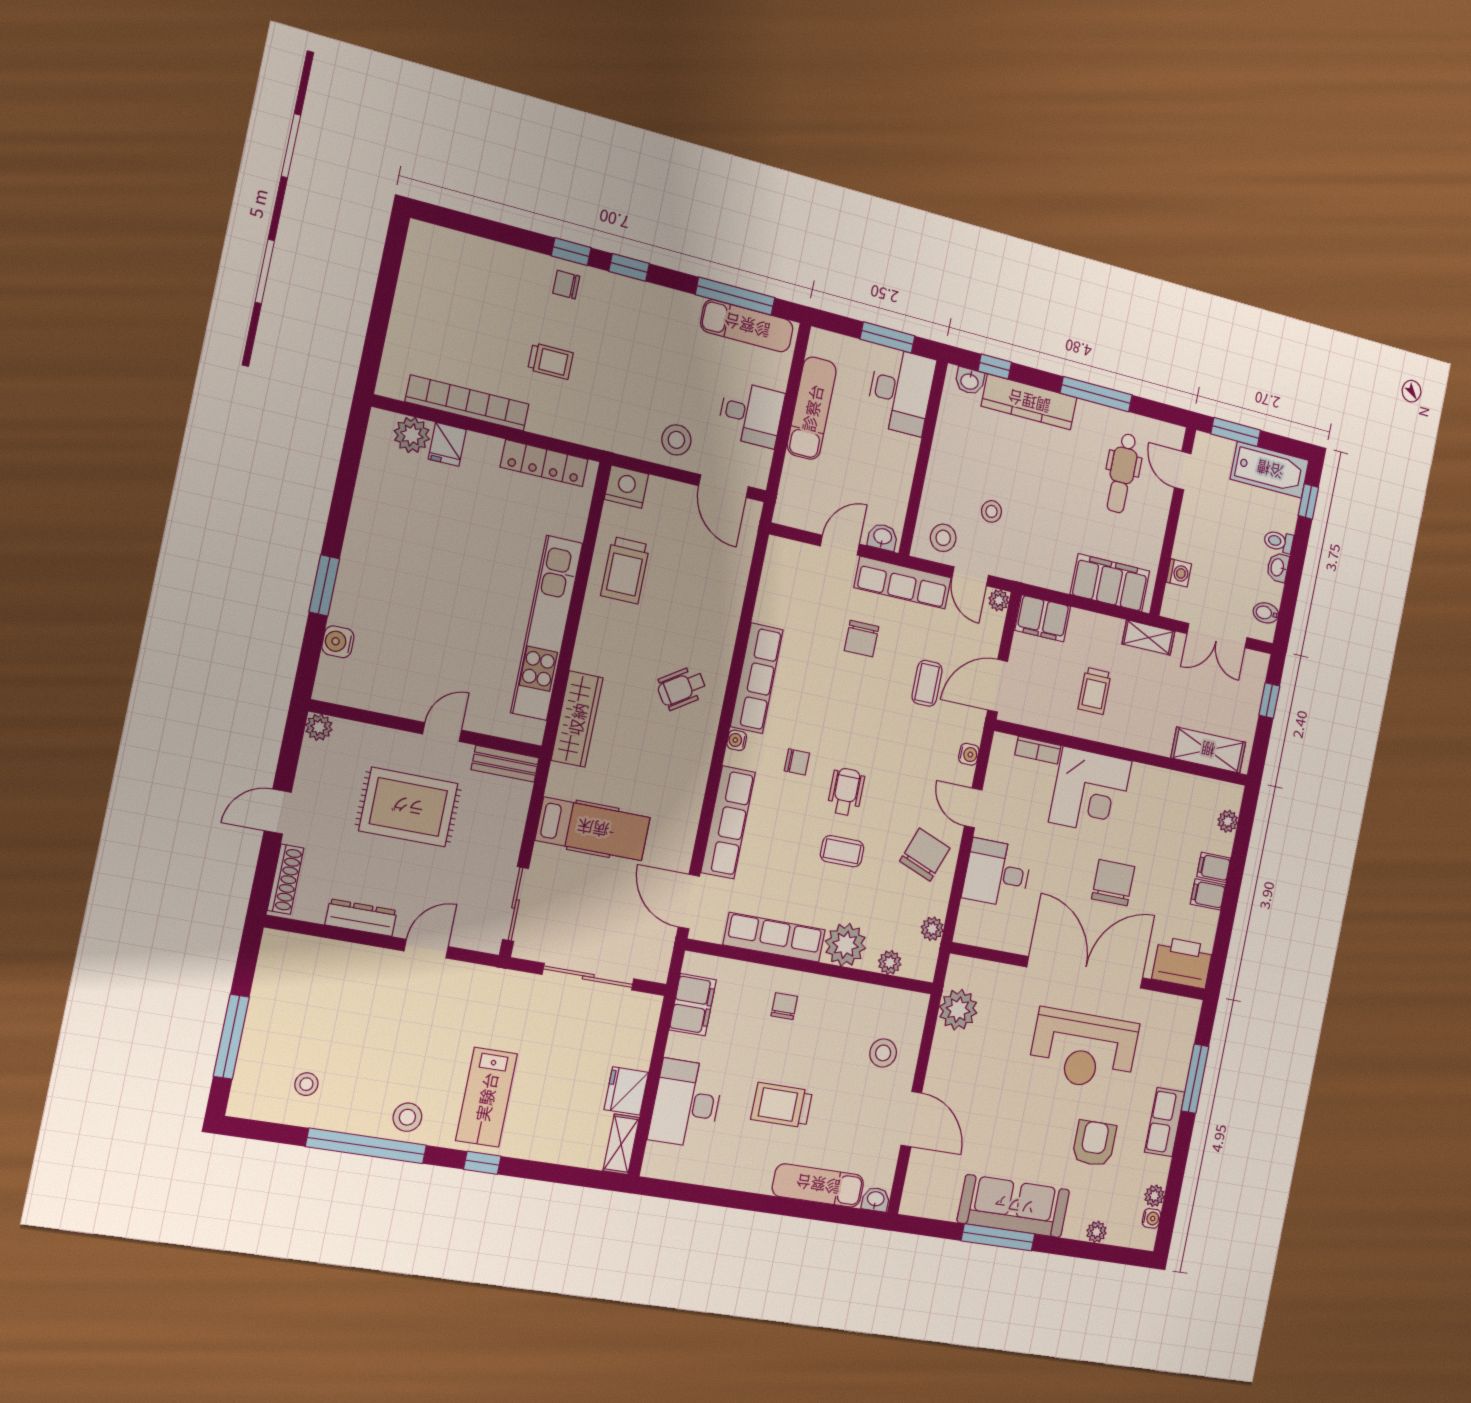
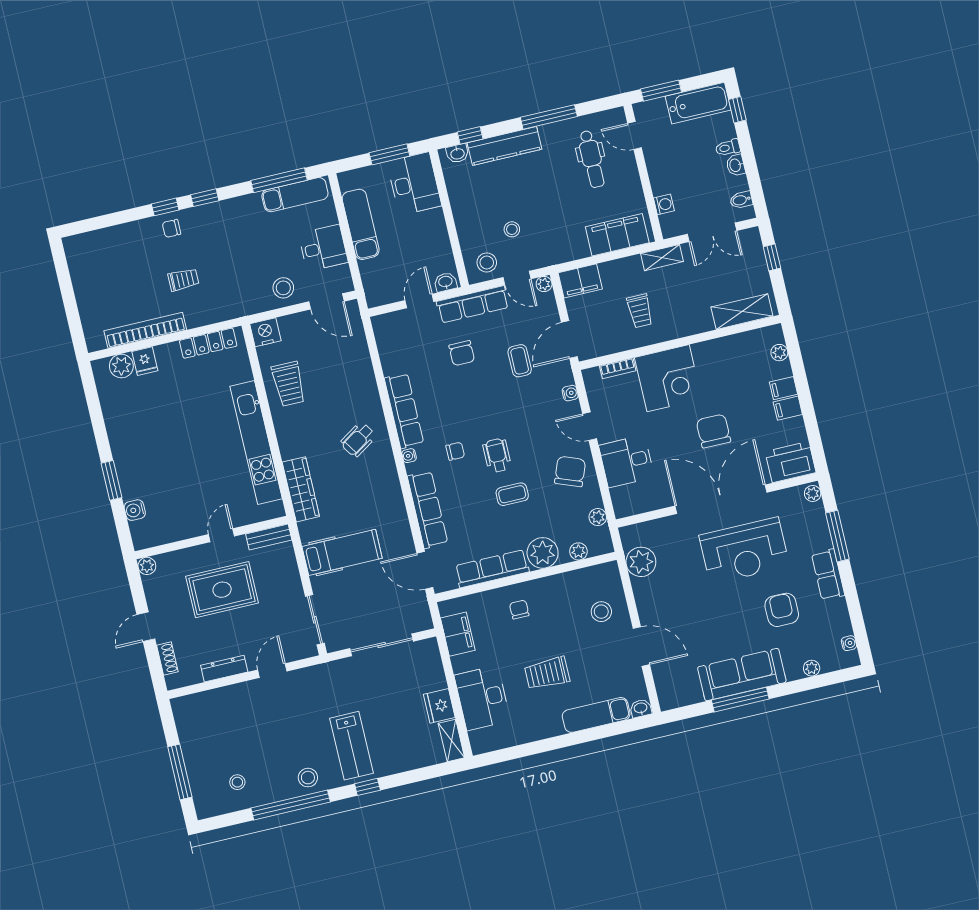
shoe rack: (286, 879) -> (167, 659), width x0.70
plant: (1154, 1196) -> (813, 493), moved

